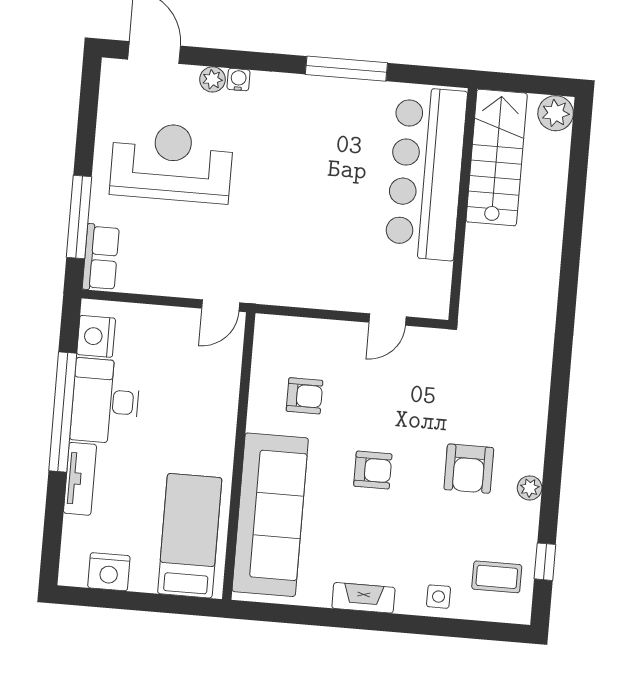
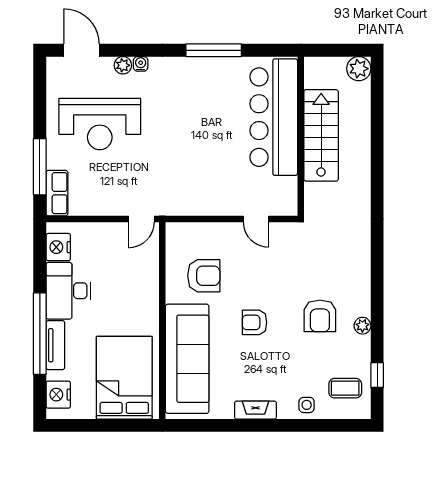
stairs: (497, 158) -> (321, 135), moved
reception desk: (172, 162) -> (100, 124), turned 180
door: (388, 320) -> (256, 219), hinge flipped
armchair: (305, 396) -> (204, 276), width x1.38, depth x1.38
window: (63, 412) -> (40, 334), moved
armchair: (373, 470) -> (255, 322), turned 180
bed: (190, 536) -> (124, 378), width x1.50
nightstand: (109, 572) -> (58, 395), moved, turned 90

